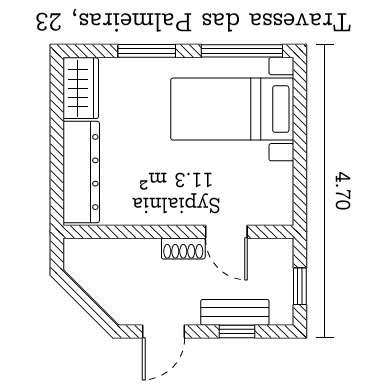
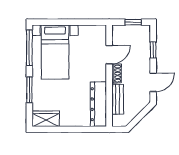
dresser: (81, 172) -> (98, 104), moved, turned -90
bench: (235, 312) -> (118, 99), moved
door: (164, 332) -> (153, 82), hinge flipped

